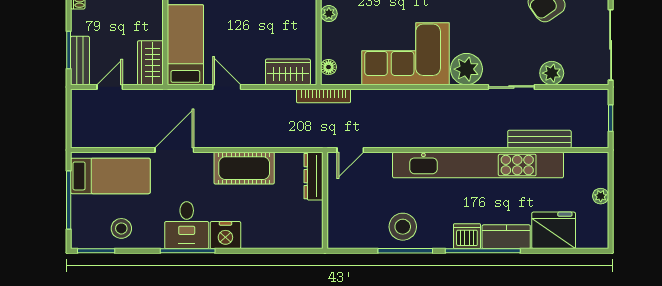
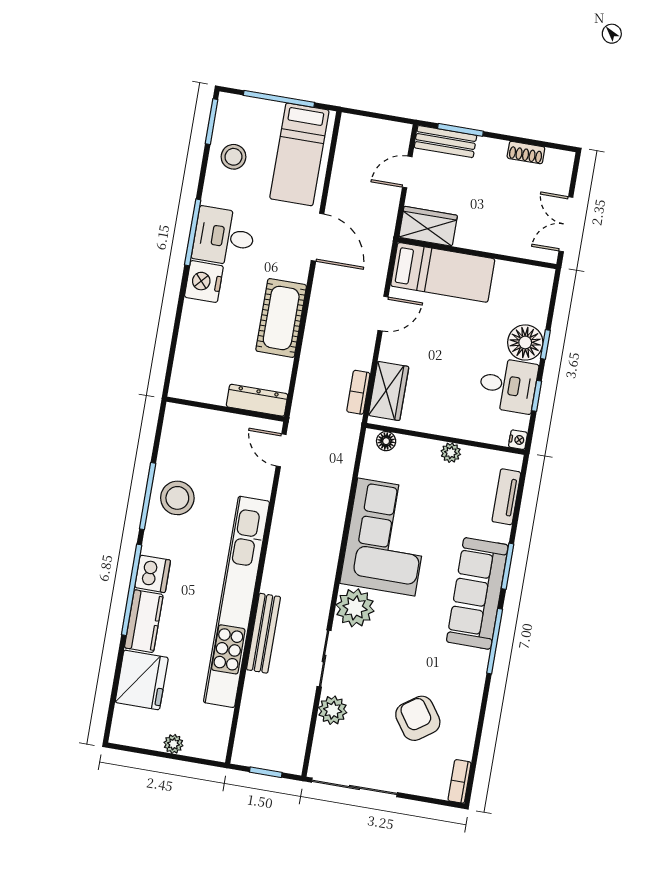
door: (110, 87) -> (407, 172), swing flipped
bookcase: (324, 96) -> (358, 392), moved, width x0.64
bench: (539, 139) -> (263, 633), moved

